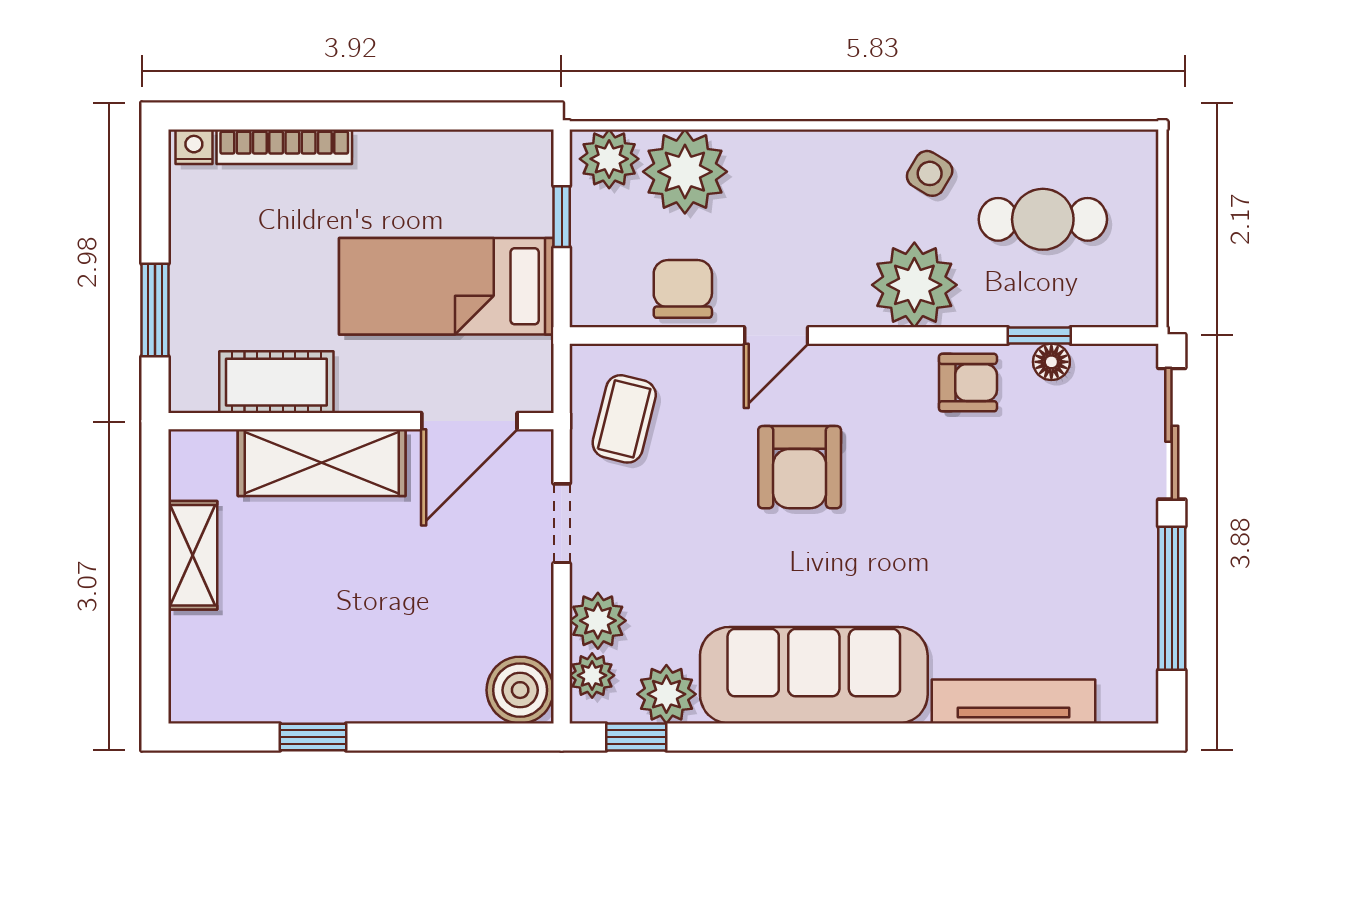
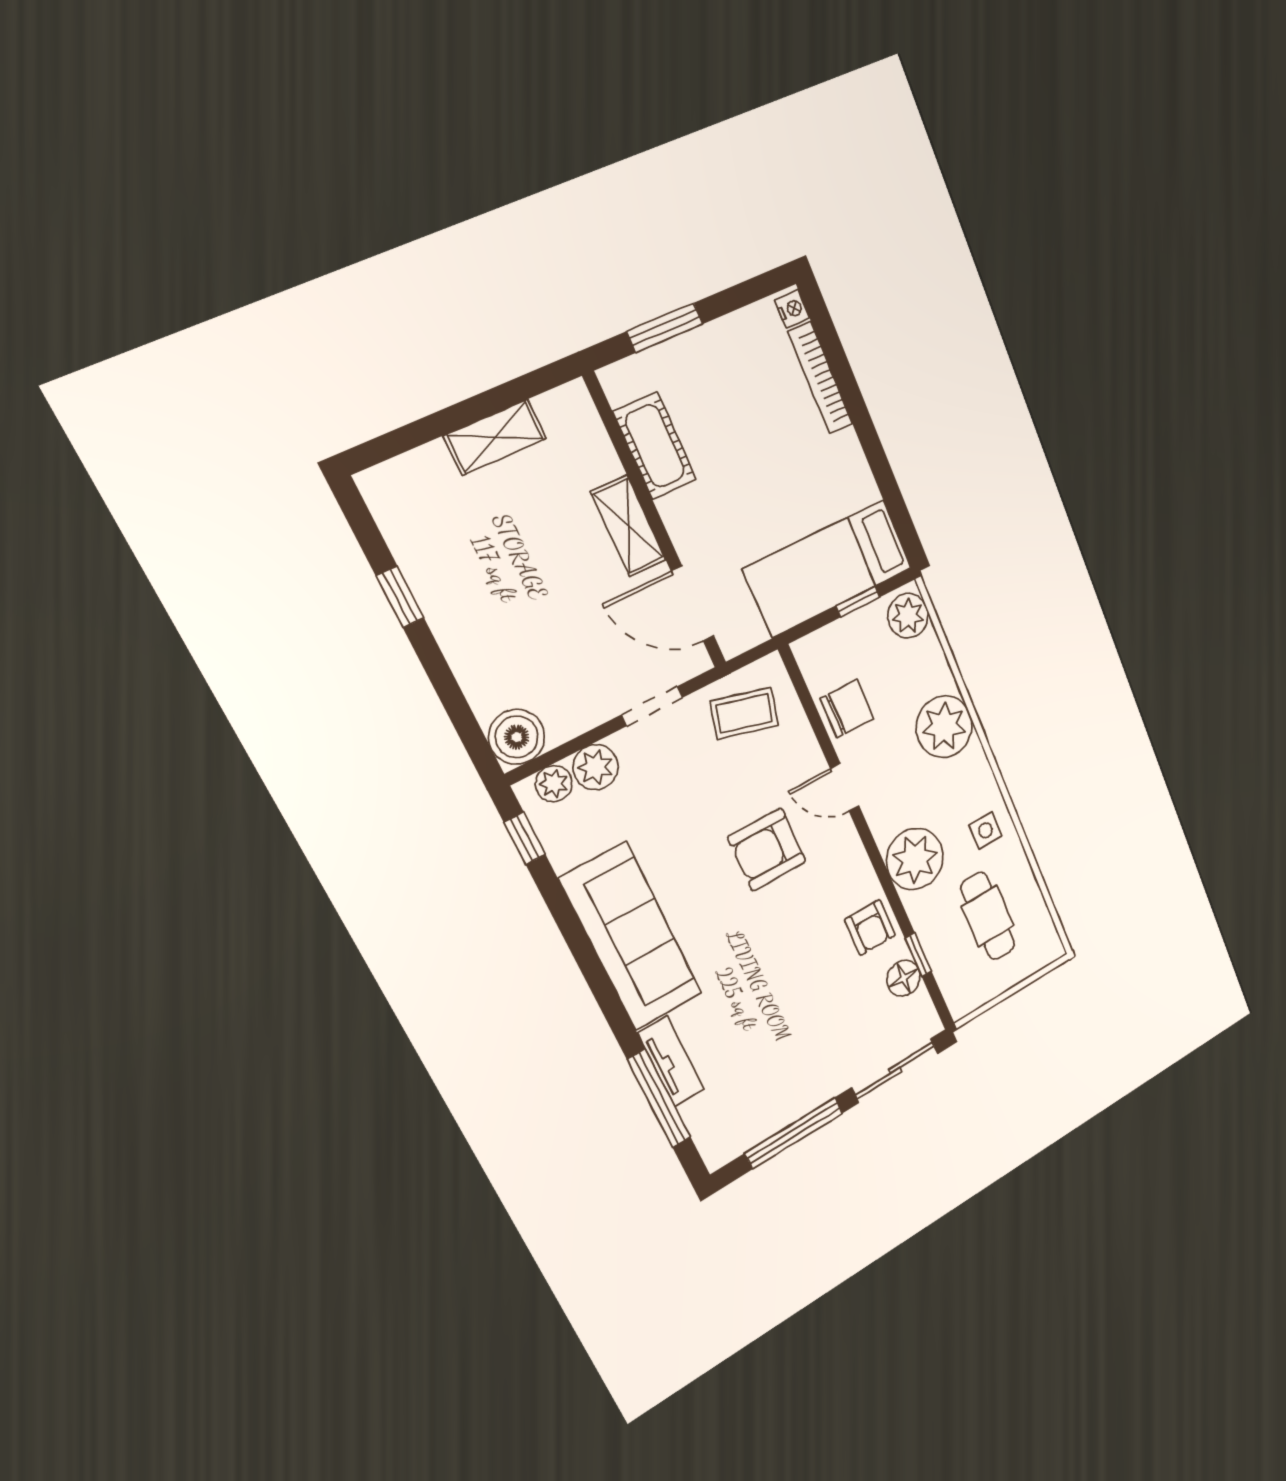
plant: (685, 172) -> (944, 727), moved
side table: (930, 173) -> (986, 830), turned -31
bed: (446, 286) -> (828, 568), moved, turned -90
floor lamp: (1051, 362) -> (903, 978), width x1.37, depth x1.37
shelving: (322, 463) -> (628, 526), width x0.67, depth x0.75
plant: (666, 694) -> (567, 843), removed
tv unit: (1013, 701) -> (671, 1061), width x0.71
window: (1026, 737) -> (659, 1099), added

